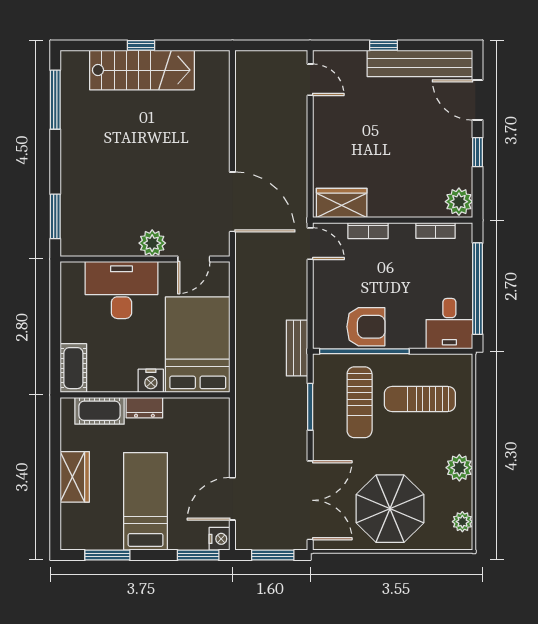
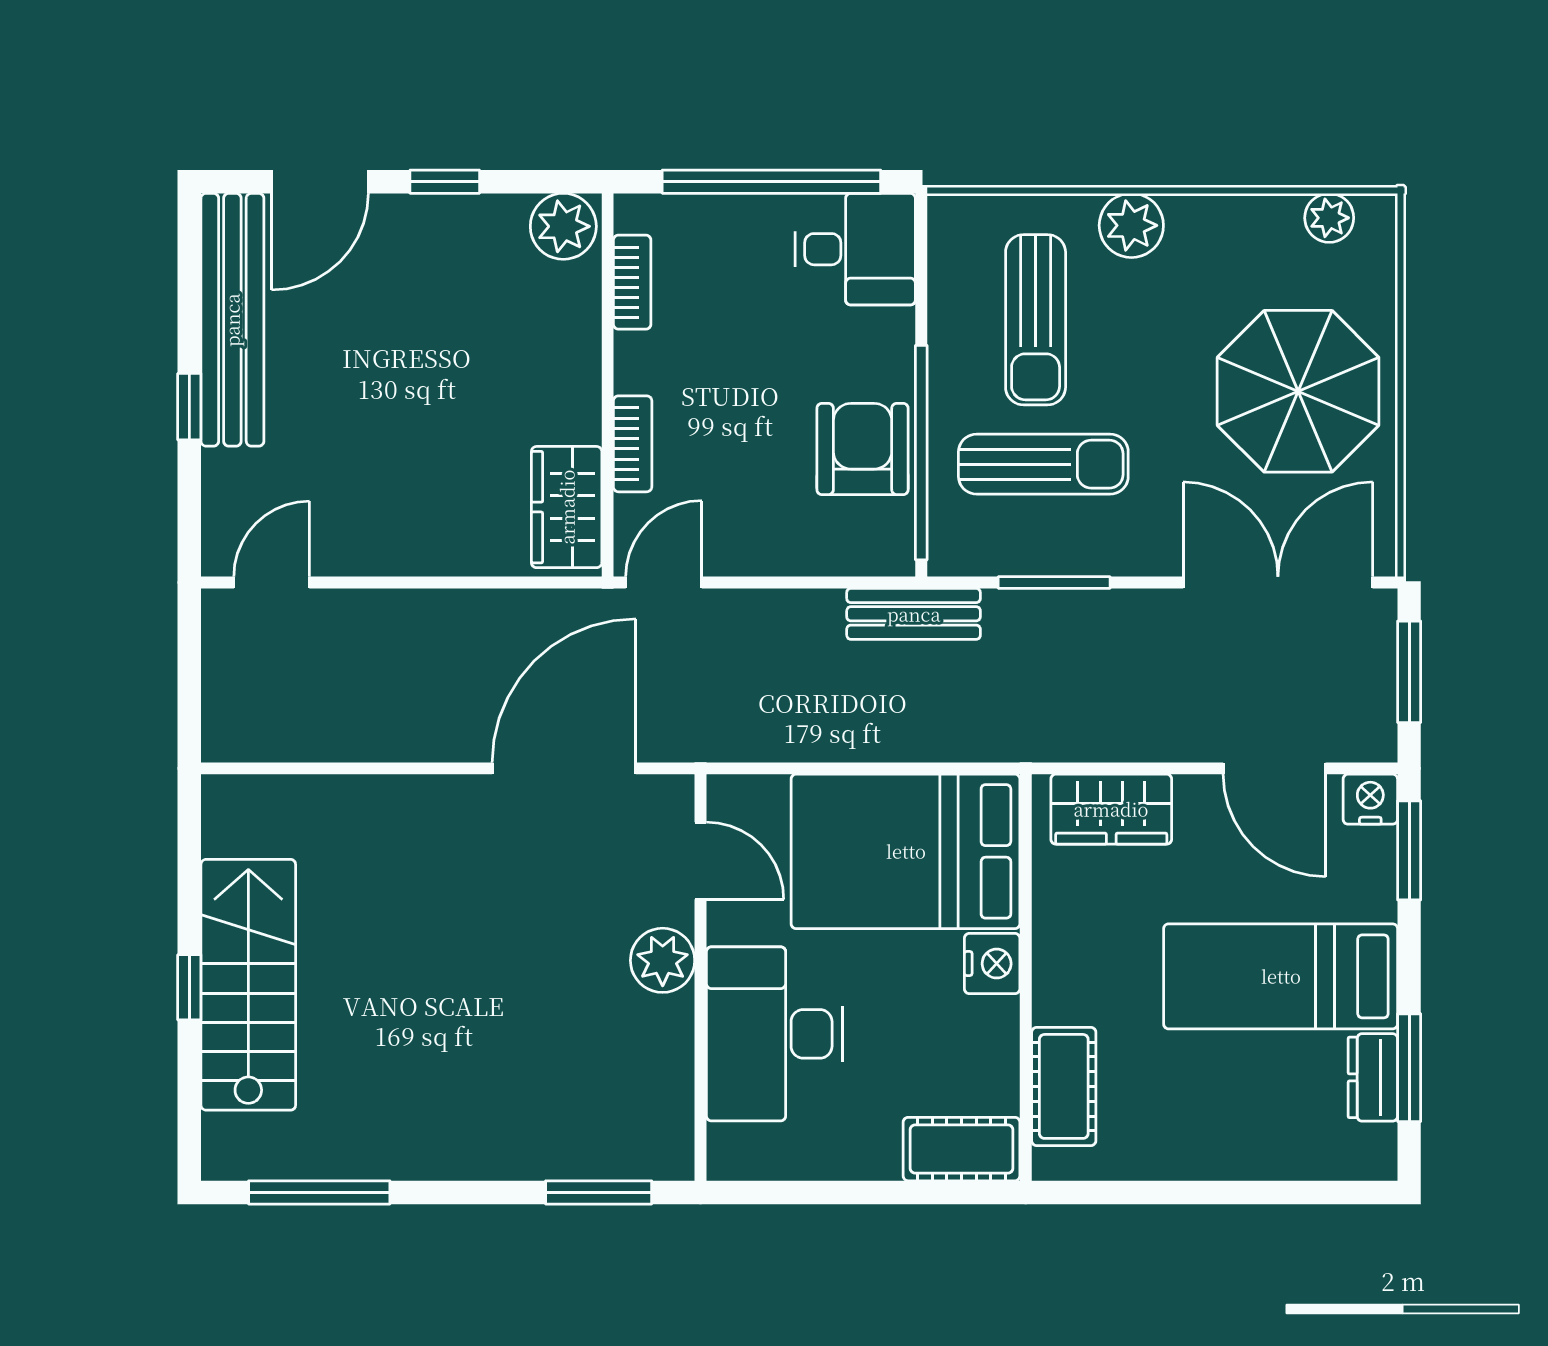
dresser: (144, 408) -> (1373, 1077), moved, turned 180
plant: (459, 468) -> (1131, 225), moved
wardrobe: (75, 477) -> (1111, 809), moved, turned 180

